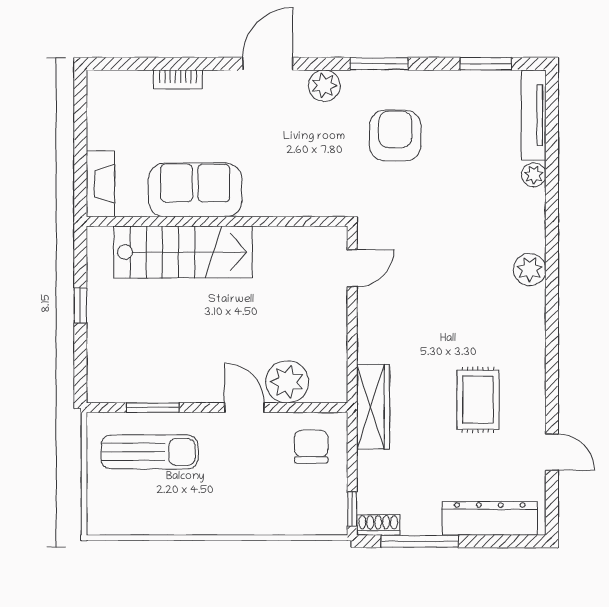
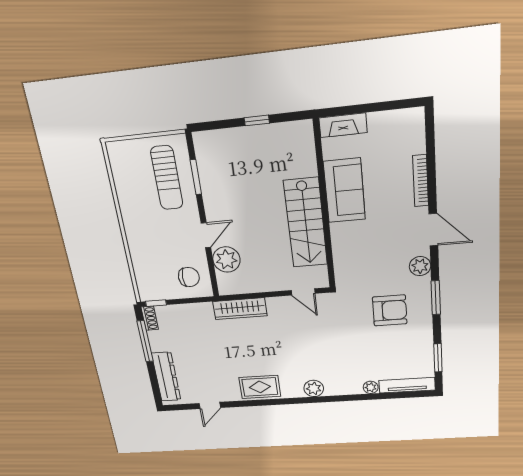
bookcase: (178, 79) -> (421, 181), width x1.56
stairs: (183, 252) -> (306, 223), moved
rug: (478, 400) -> (260, 387), moved
wardrobe: (373, 407) -> (240, 309), moved

